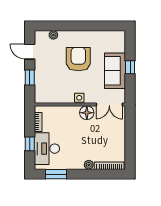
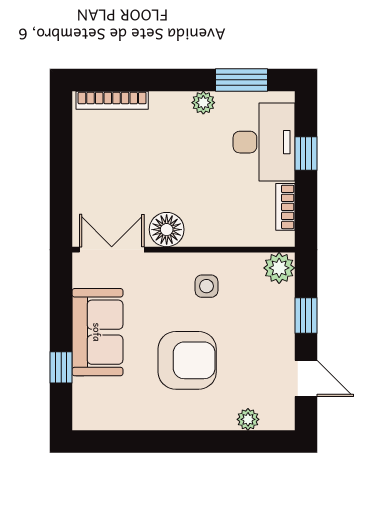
armchair: (78, 59) -> (187, 360), turned -90
window: (130, 67) -> (61, 367), moved
plant: (41, 97) -> (279, 268), added
side table: (79, 98) -> (206, 286), moved
plant: (89, 165) -> (203, 103), moved

